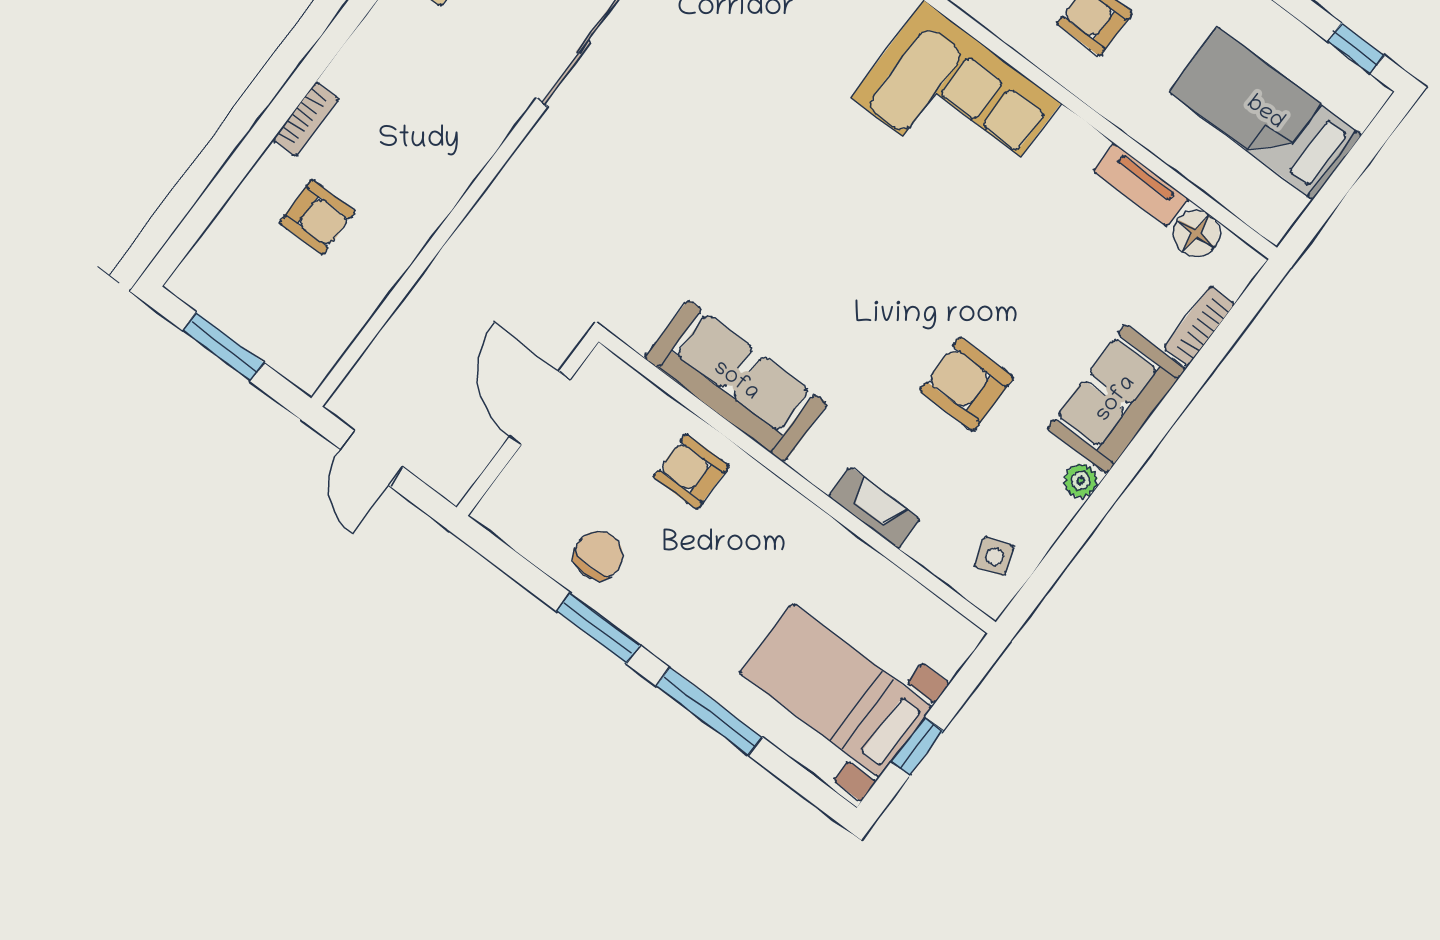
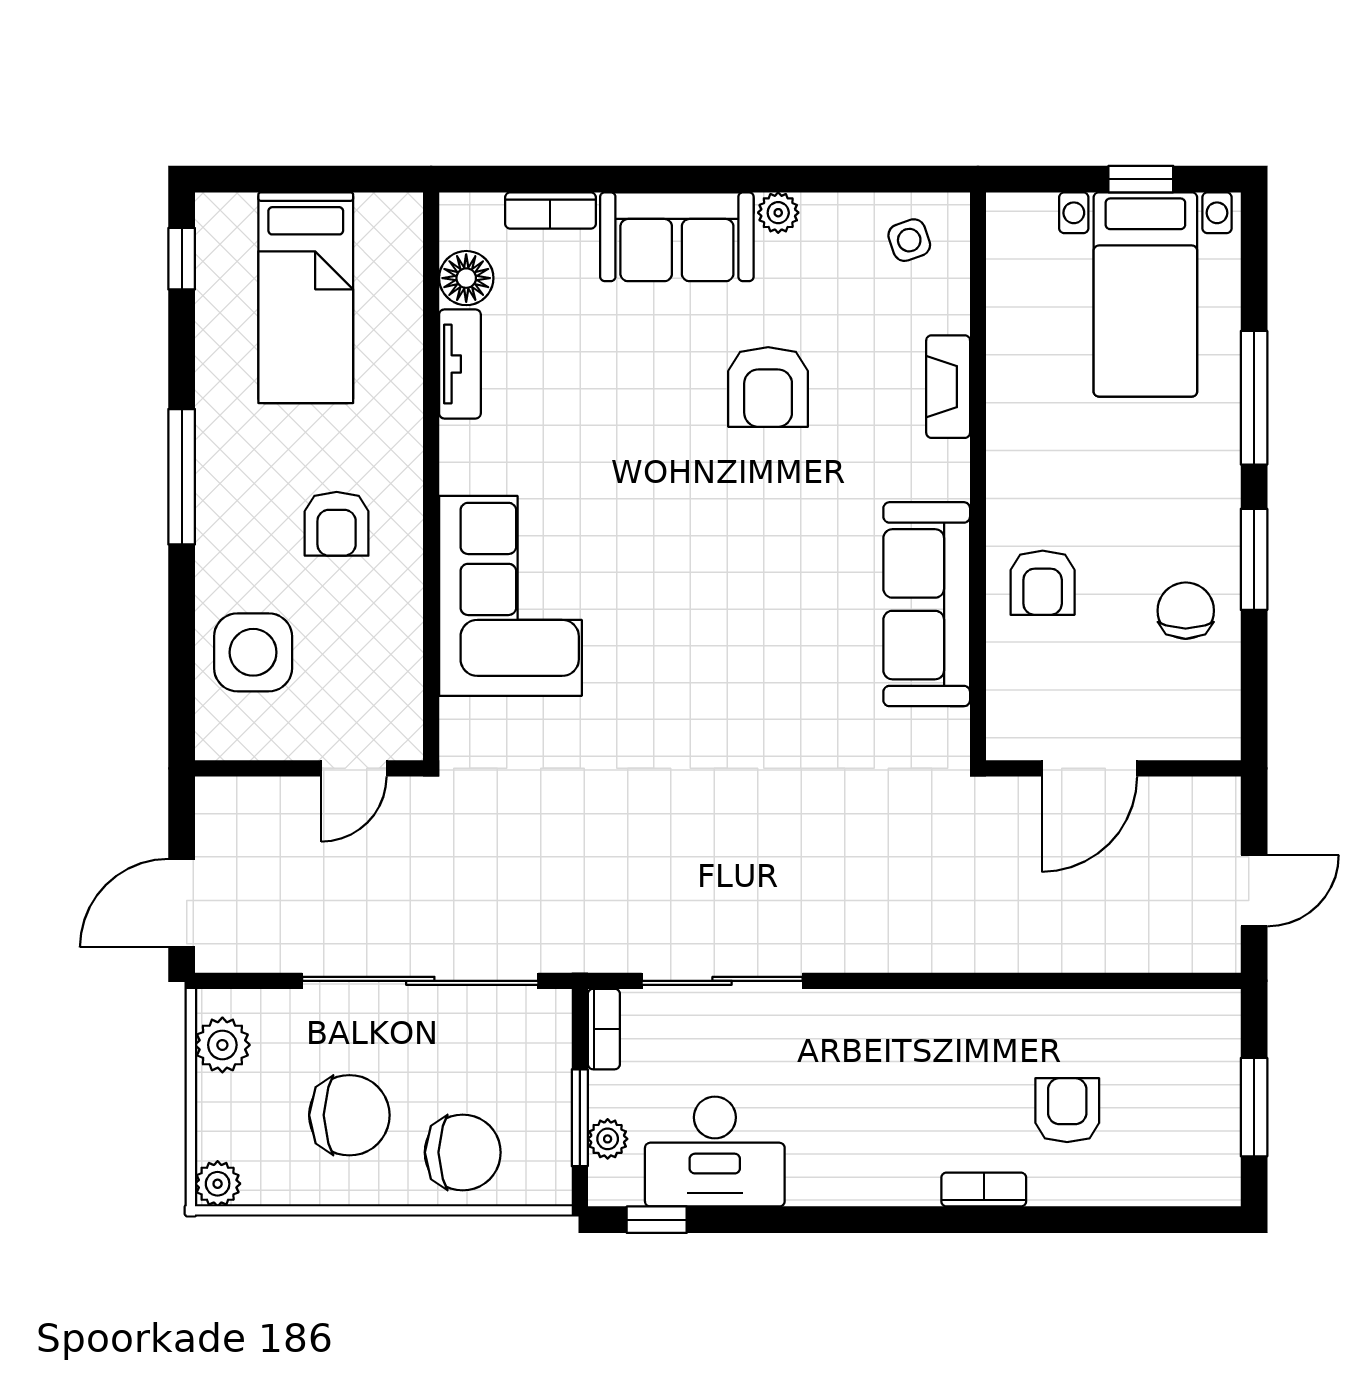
chair: (598, 555) -> (1186, 611), turned 90

